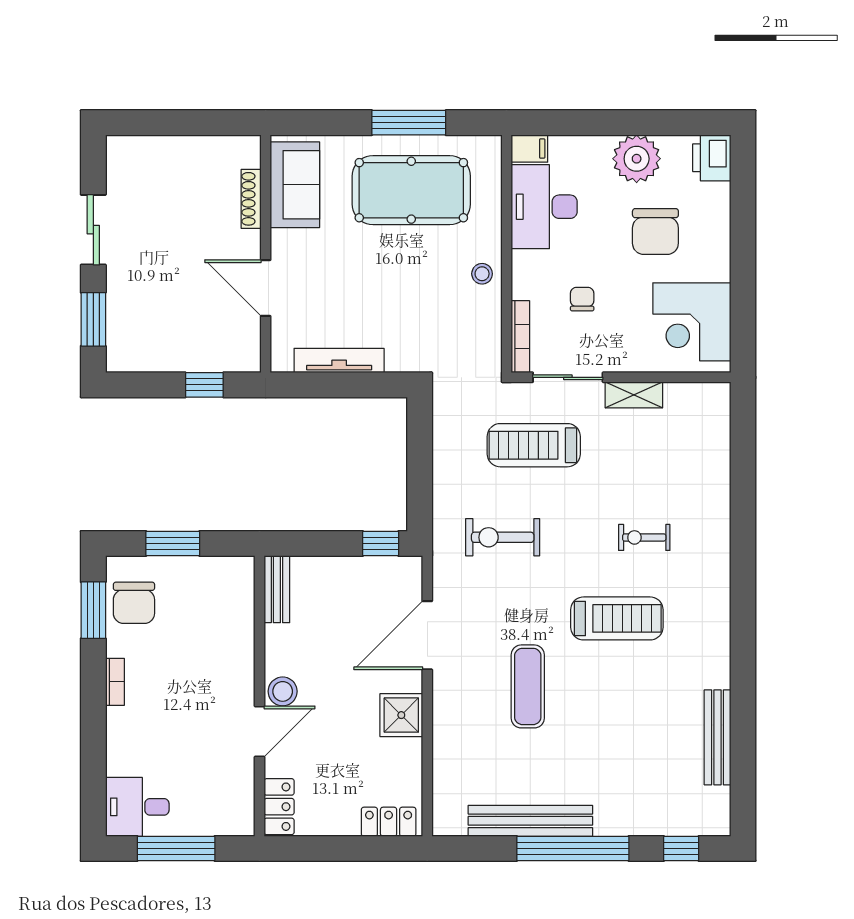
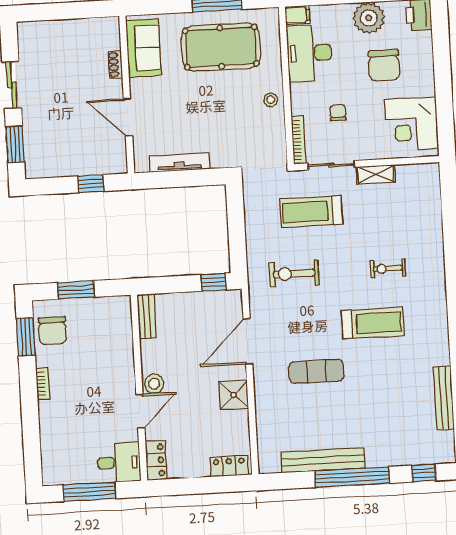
shoe rack: (251, 199) -> (115, 65), width x0.70
exercise mat: (528, 686) -> (316, 371), turned 90
desk: (137, 807) -> (119, 462), moved, turned 180

